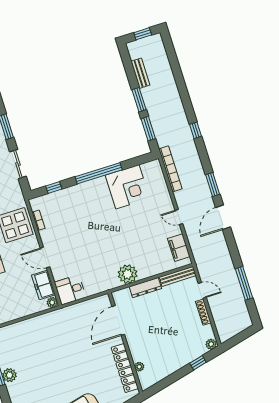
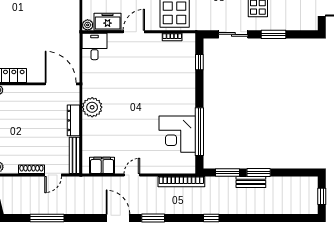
bench: (140, 73) -> (251, 182), moved
window: (99, 173) -> (199, 132), moved
door: (118, 320) -> (61, 84), moved

